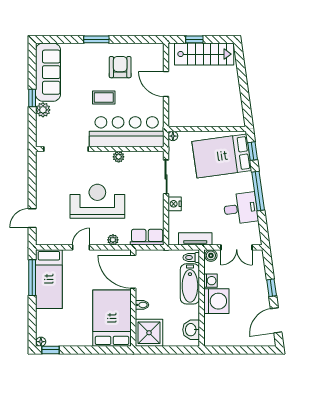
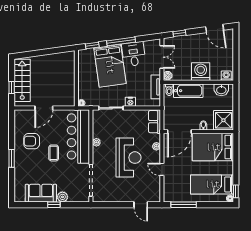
sofa: (48, 72) -> (41, 193), width x0.73
bed: (222, 156) -> (110, 66), moved
reception desk: (97, 201) -> (129, 158), turned 180
bed: (49, 279) -> (212, 184), moved, turned 180
washing machine: (211, 281) -> (226, 76), moved
window: (272, 288) -> (179, 33), moved

